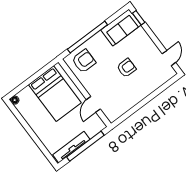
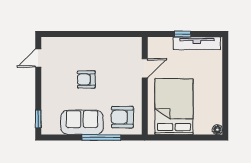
sofa: (121, 28) -> (82, 122), moved
window: (87, 37) -> (101, 138), width x0.68
window: (85, 146) -> (183, 34), width x0.32

